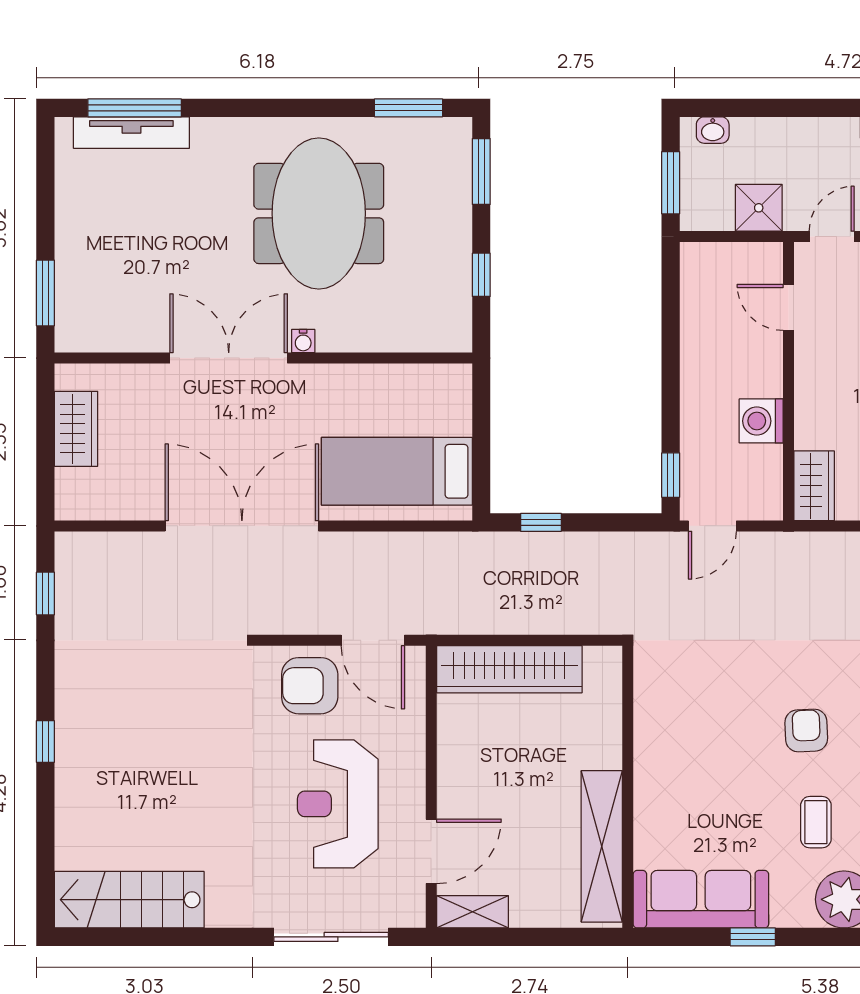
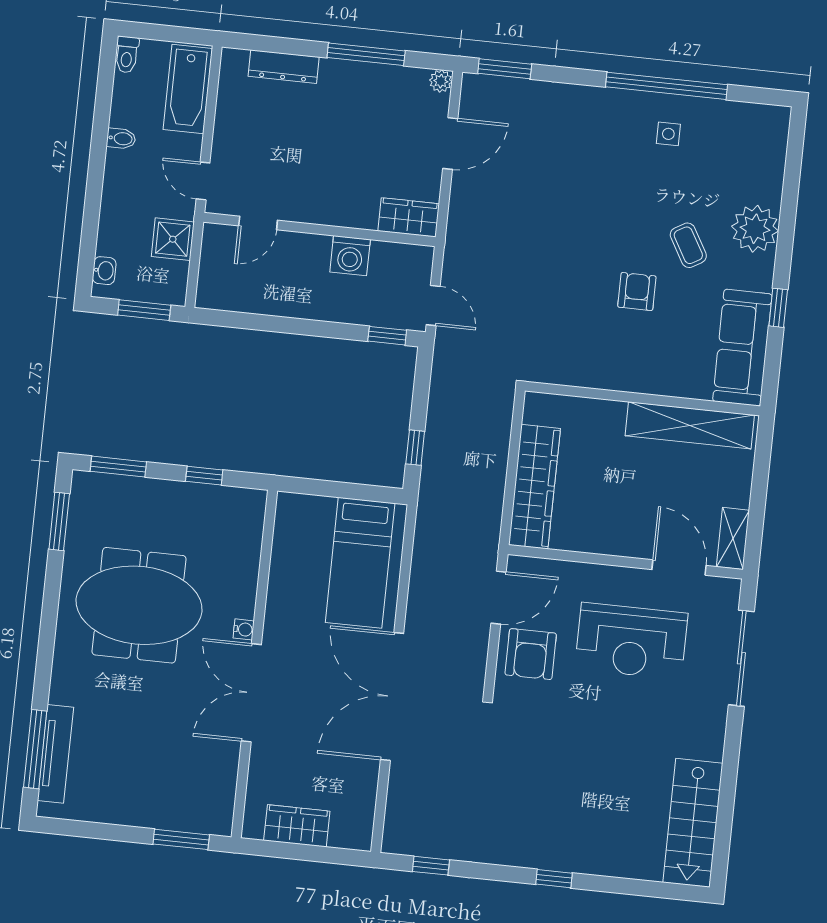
armchair: (806, 731) -> (637, 292), moved, turned 92
coffee table: (816, 822) -> (688, 245), turned 60

